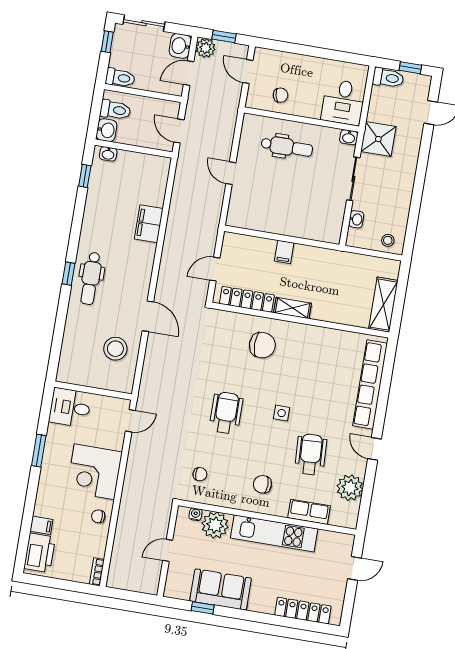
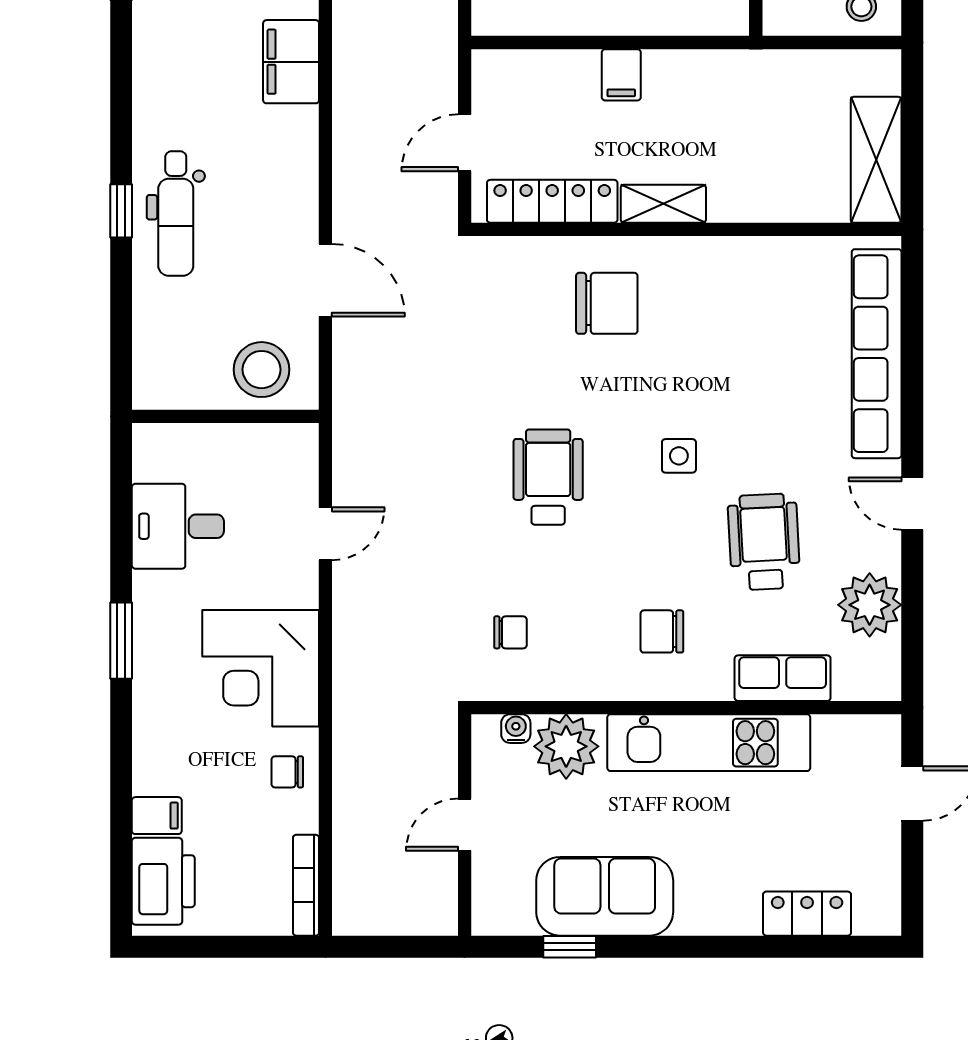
wall: (93, 391) -> (225, 416), moved
bookcase: (97, 572) -> (306, 885), width x1.56
locker: (303, 611) -> (807, 914), width x0.66

